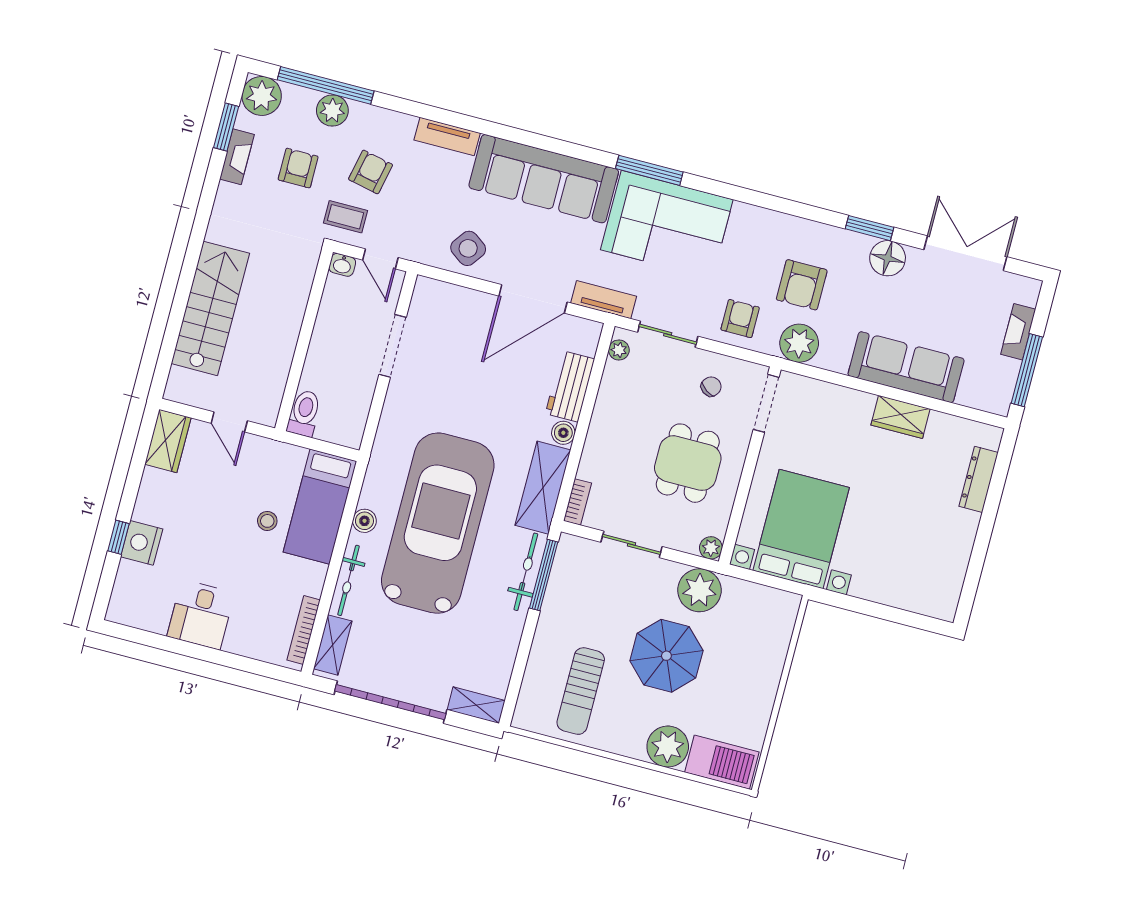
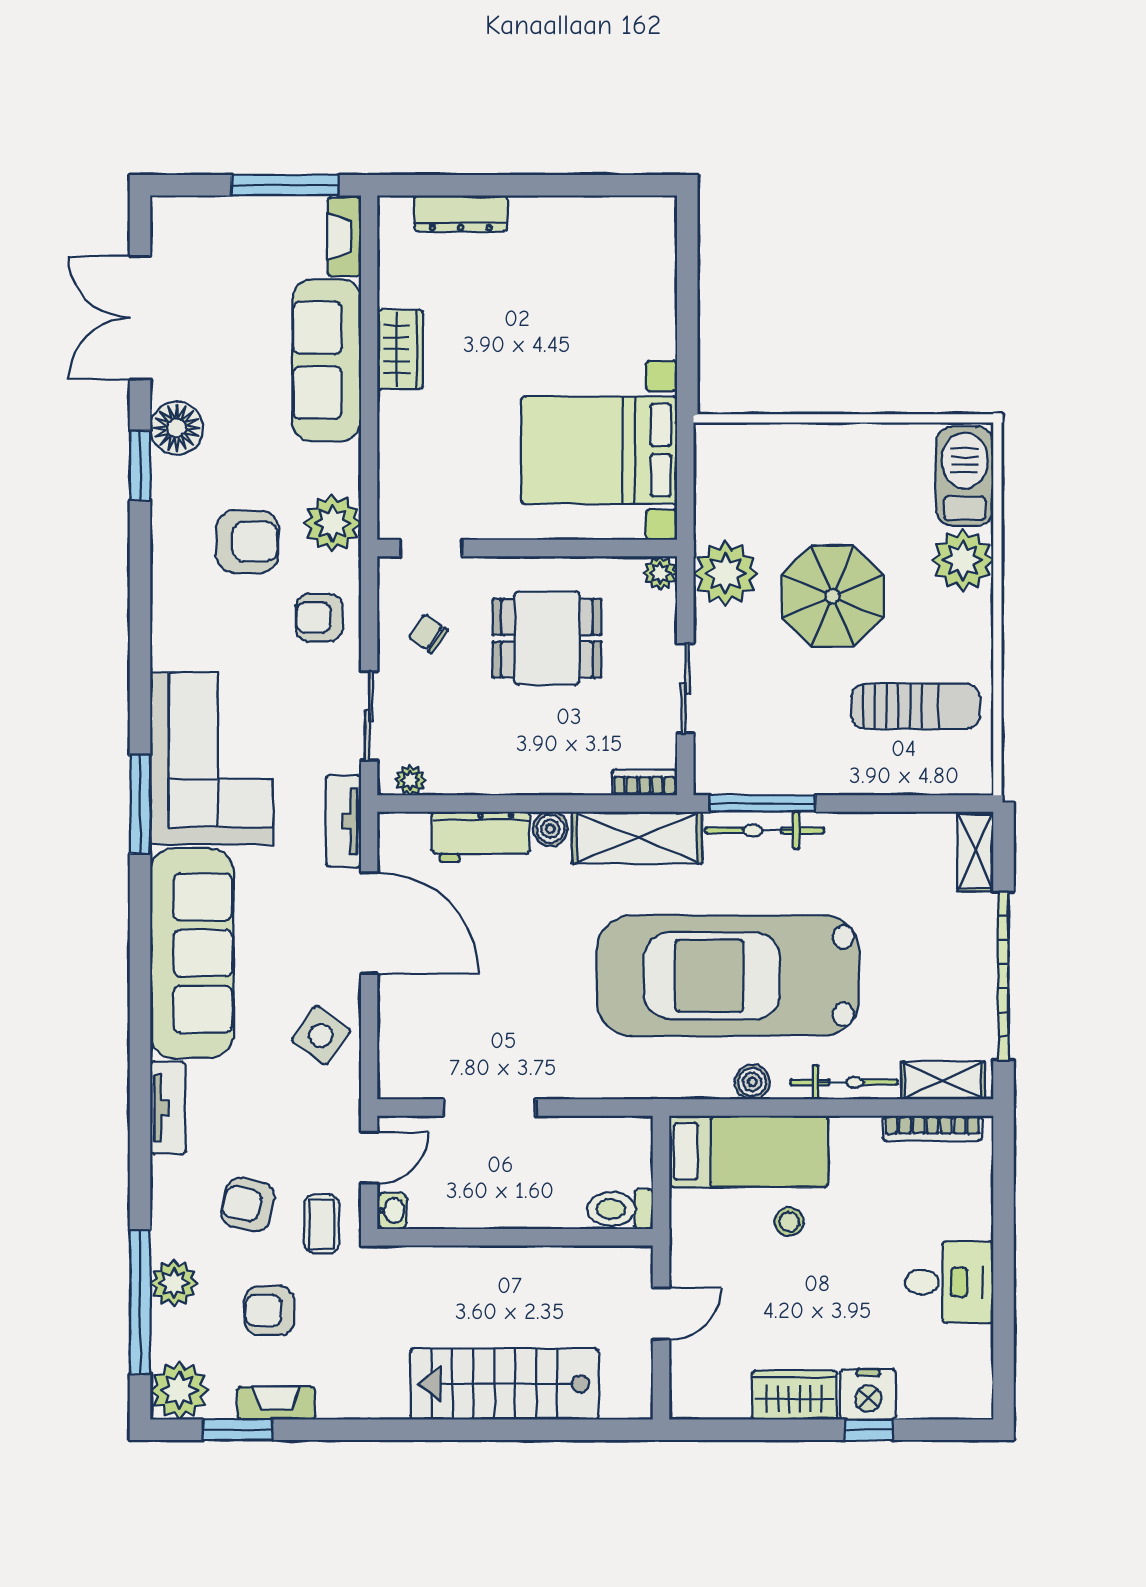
fireplace: (1018, 332) -> (344, 237), moved, turned 90
doorway: (766, 403) -> (431, 548), width x0.73
wardrobe: (168, 441) -> (794, 1395), moved

